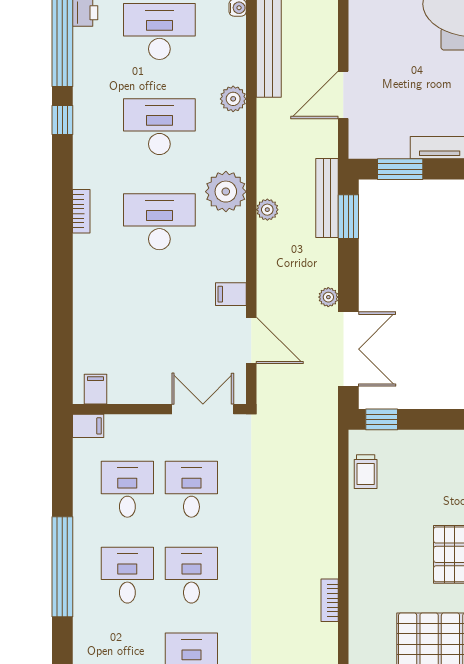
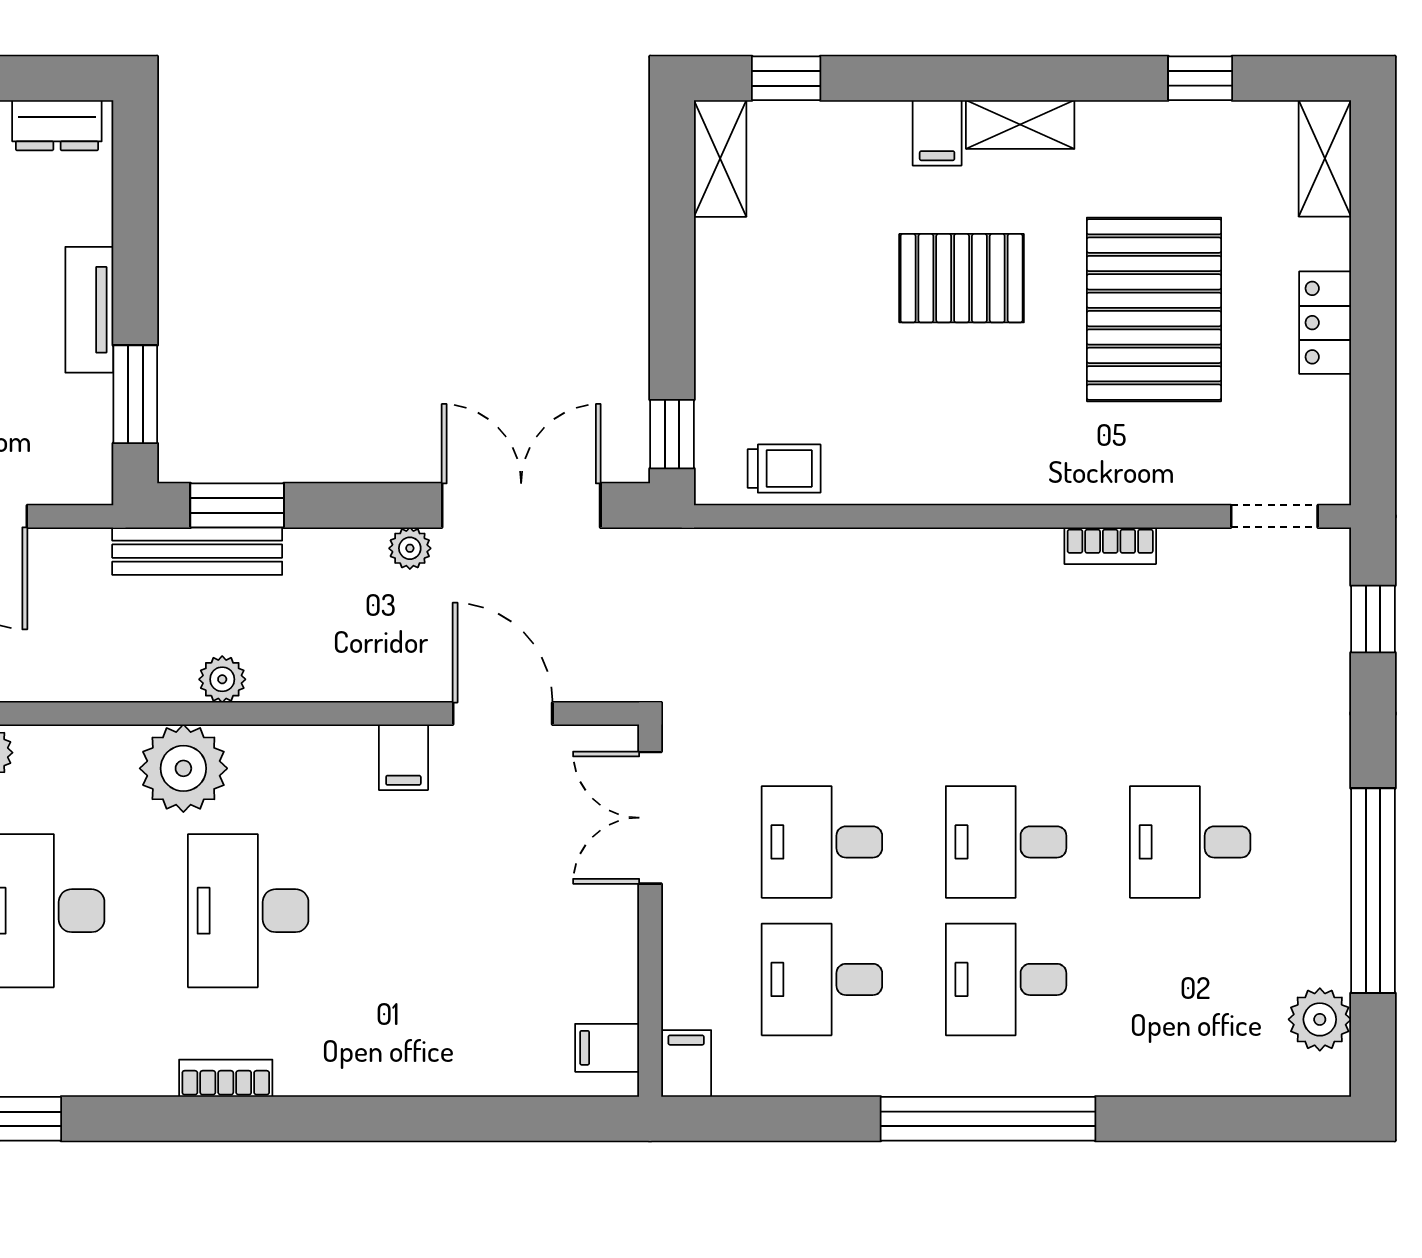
door: (251, 340) -> (503, 714), hinge flipped
bookcase: (330, 600) -> (1110, 546), moved

